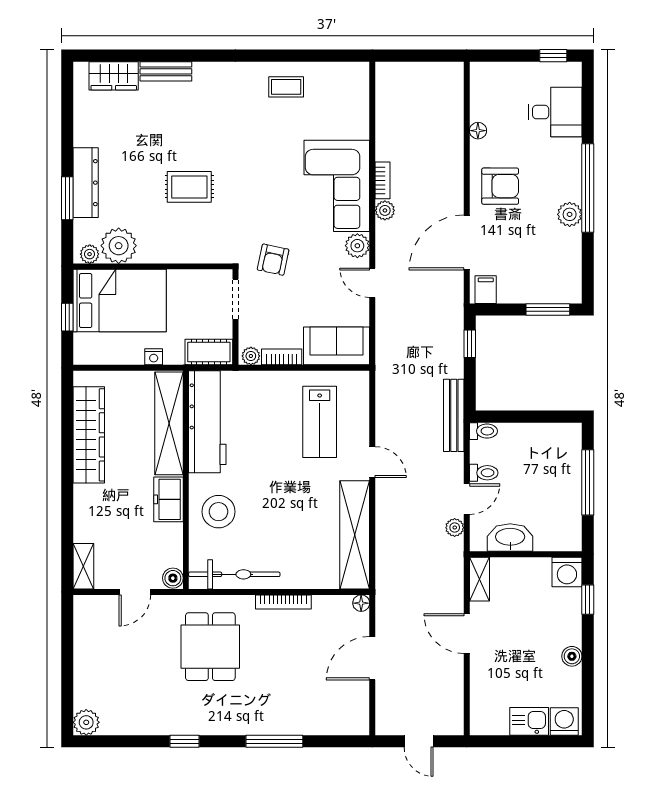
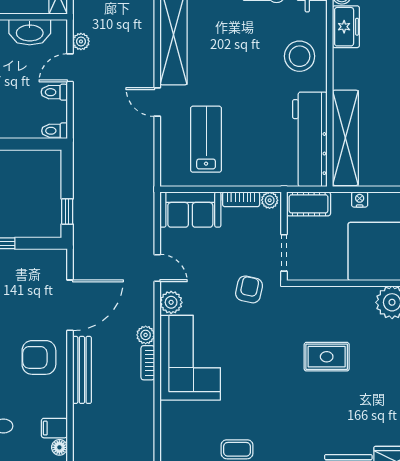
floor lamp: (478, 131) -> (59, 447), moved
filing cabinet: (486, 290) -> (54, 428), moved, turned 90
bench: (454, 415) -> (82, 370), moved
freezer: (168, 499) -> (346, 27), moved

